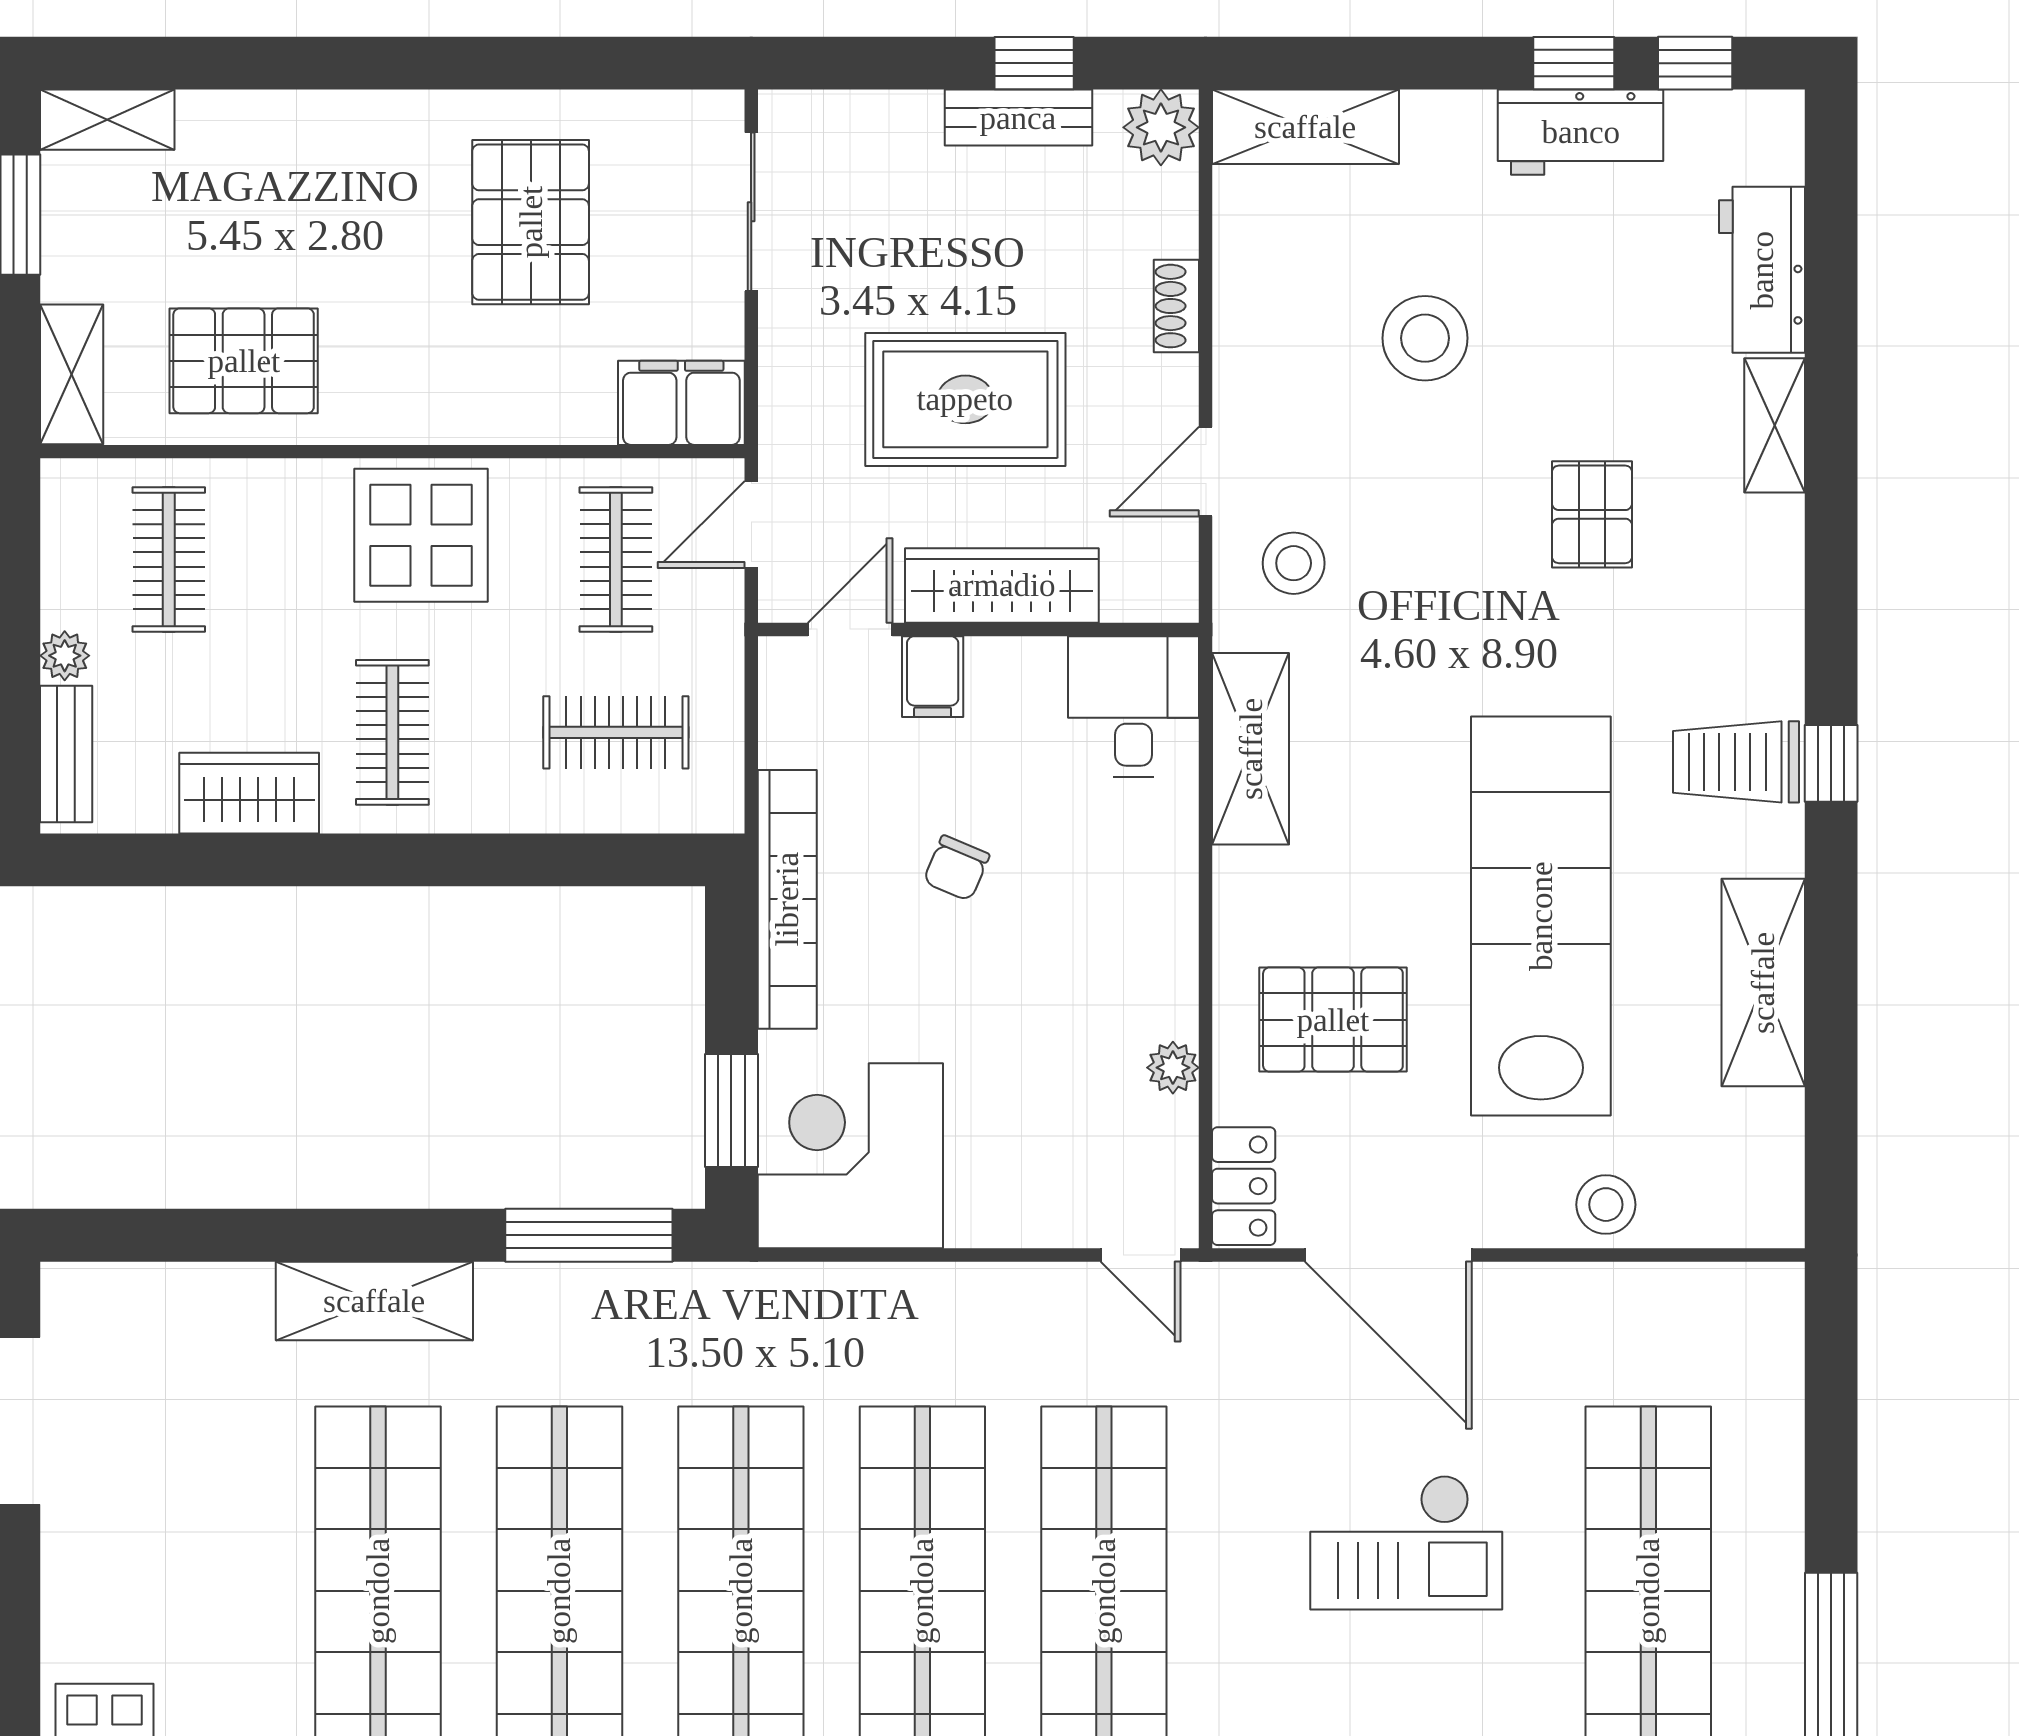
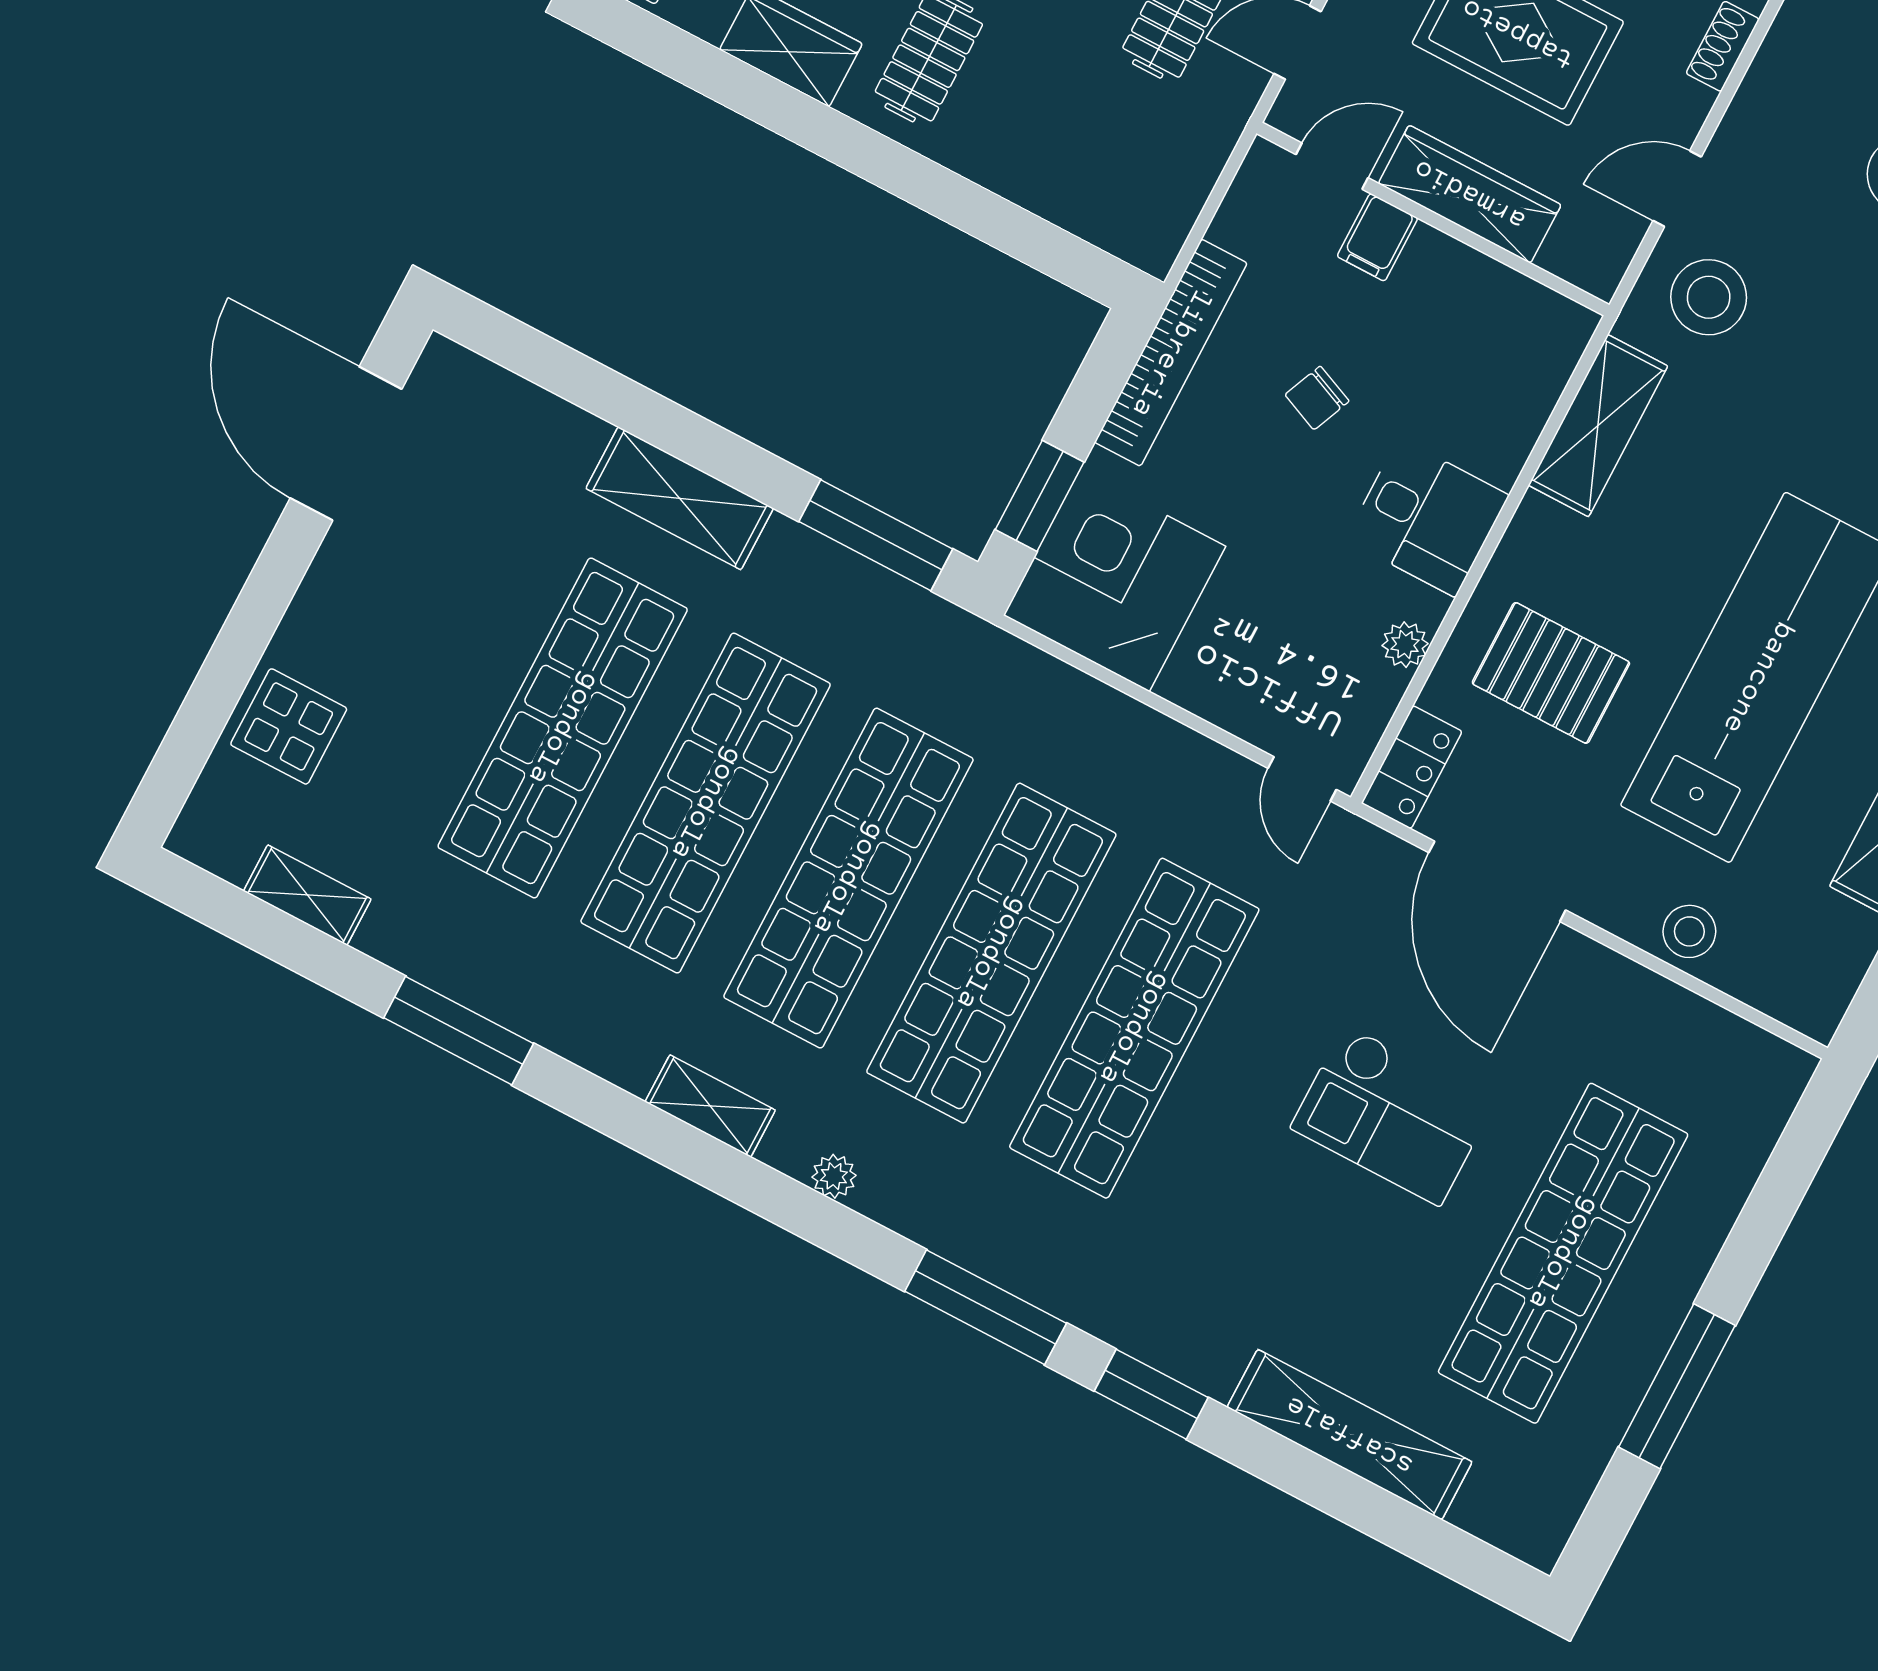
stool: (1294, 563) -> (1709, 297), width x1.38, depth x1.38
desk: (1134, 707) -> (1427, 517), moved, turned 90
clothes rail: (616, 732) -> (1105, 150), removed

